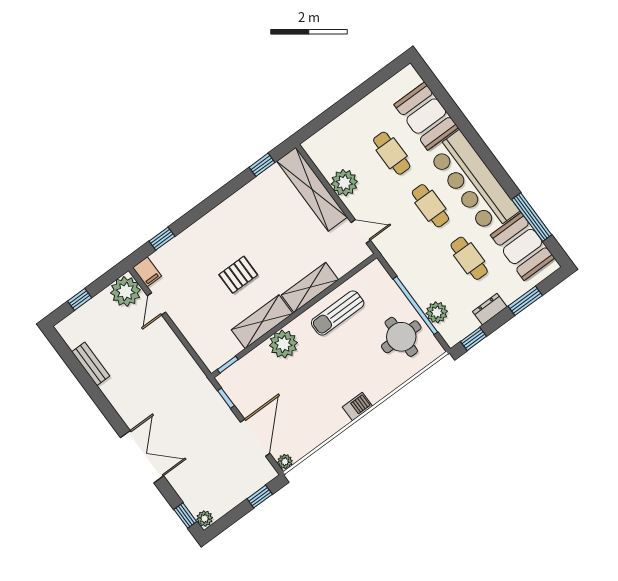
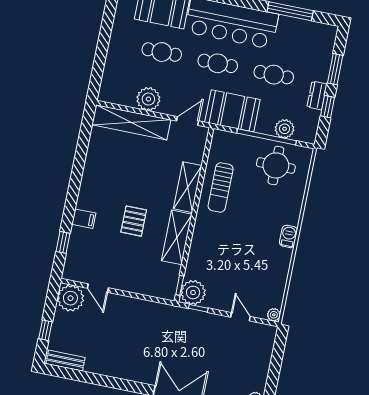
window: (262, 165) -> (85, 136), removed
booth: (523, 246) -> (232, 111), moved
filing cabinet: (147, 272) -> (84, 219), moved
window: (474, 339) -> (328, 107), moved
plant: (283, 344) -> (193, 292), moved
bench: (91, 364) -> (66, 361), moved
door: (255, 438) -> (240, 317), width x0.53
window: (260, 497) -> (278, 352), removed

